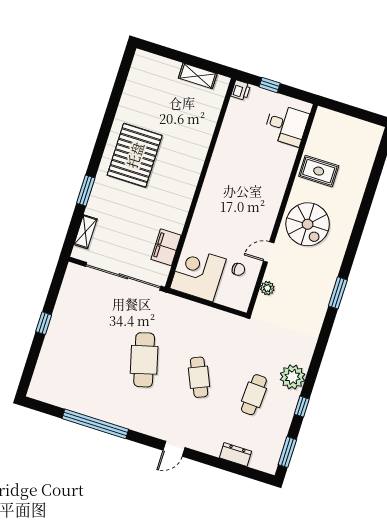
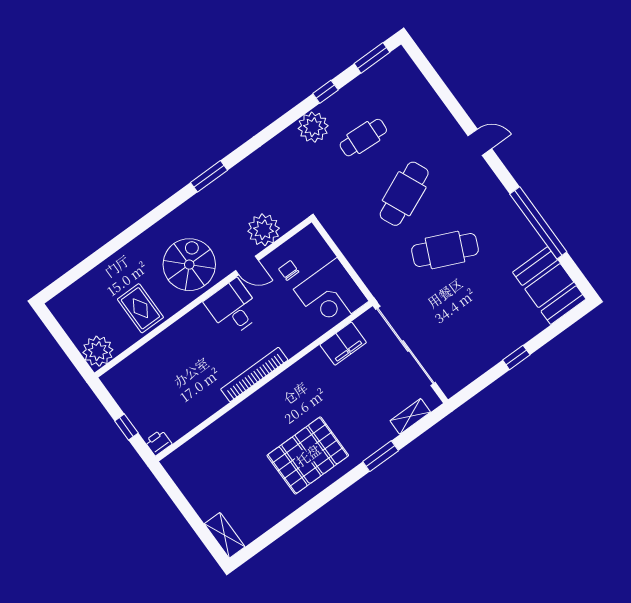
shelving: (198, 76) -> (225, 535), moved
plant: (326, 122) -> (98, 351), added
desk: (286, 125) -> (233, 308), moved
bookcase: (210, 183) -> (254, 375), added
plant: (267, 288) -> (264, 230), width x1.88, depth x1.88
cafe table: (144, 360) -> (445, 250), turned 39
cafe table: (199, 377) -> (404, 194), width x1.37, depth x1.35
booth: (57, 387) -> (549, 286), added
dresser: (235, 455) -> (424, 93), removed

